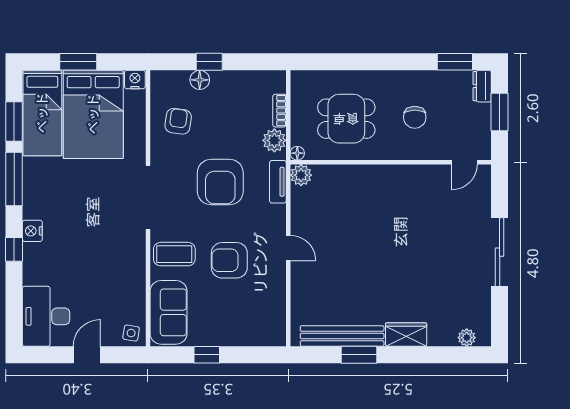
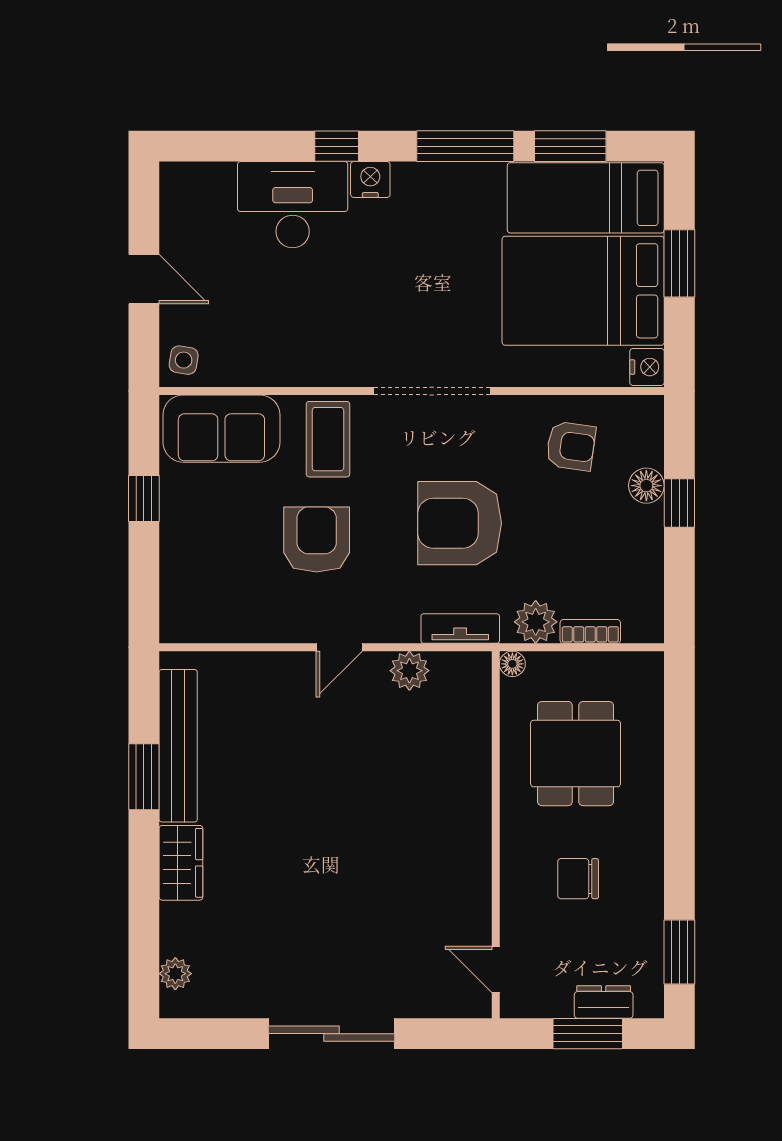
dresser: (482, 86) -> (604, 1002), moved
plant: (301, 175) -> (409, 671), moved
desk: (46, 316) -> (293, 205), moved

